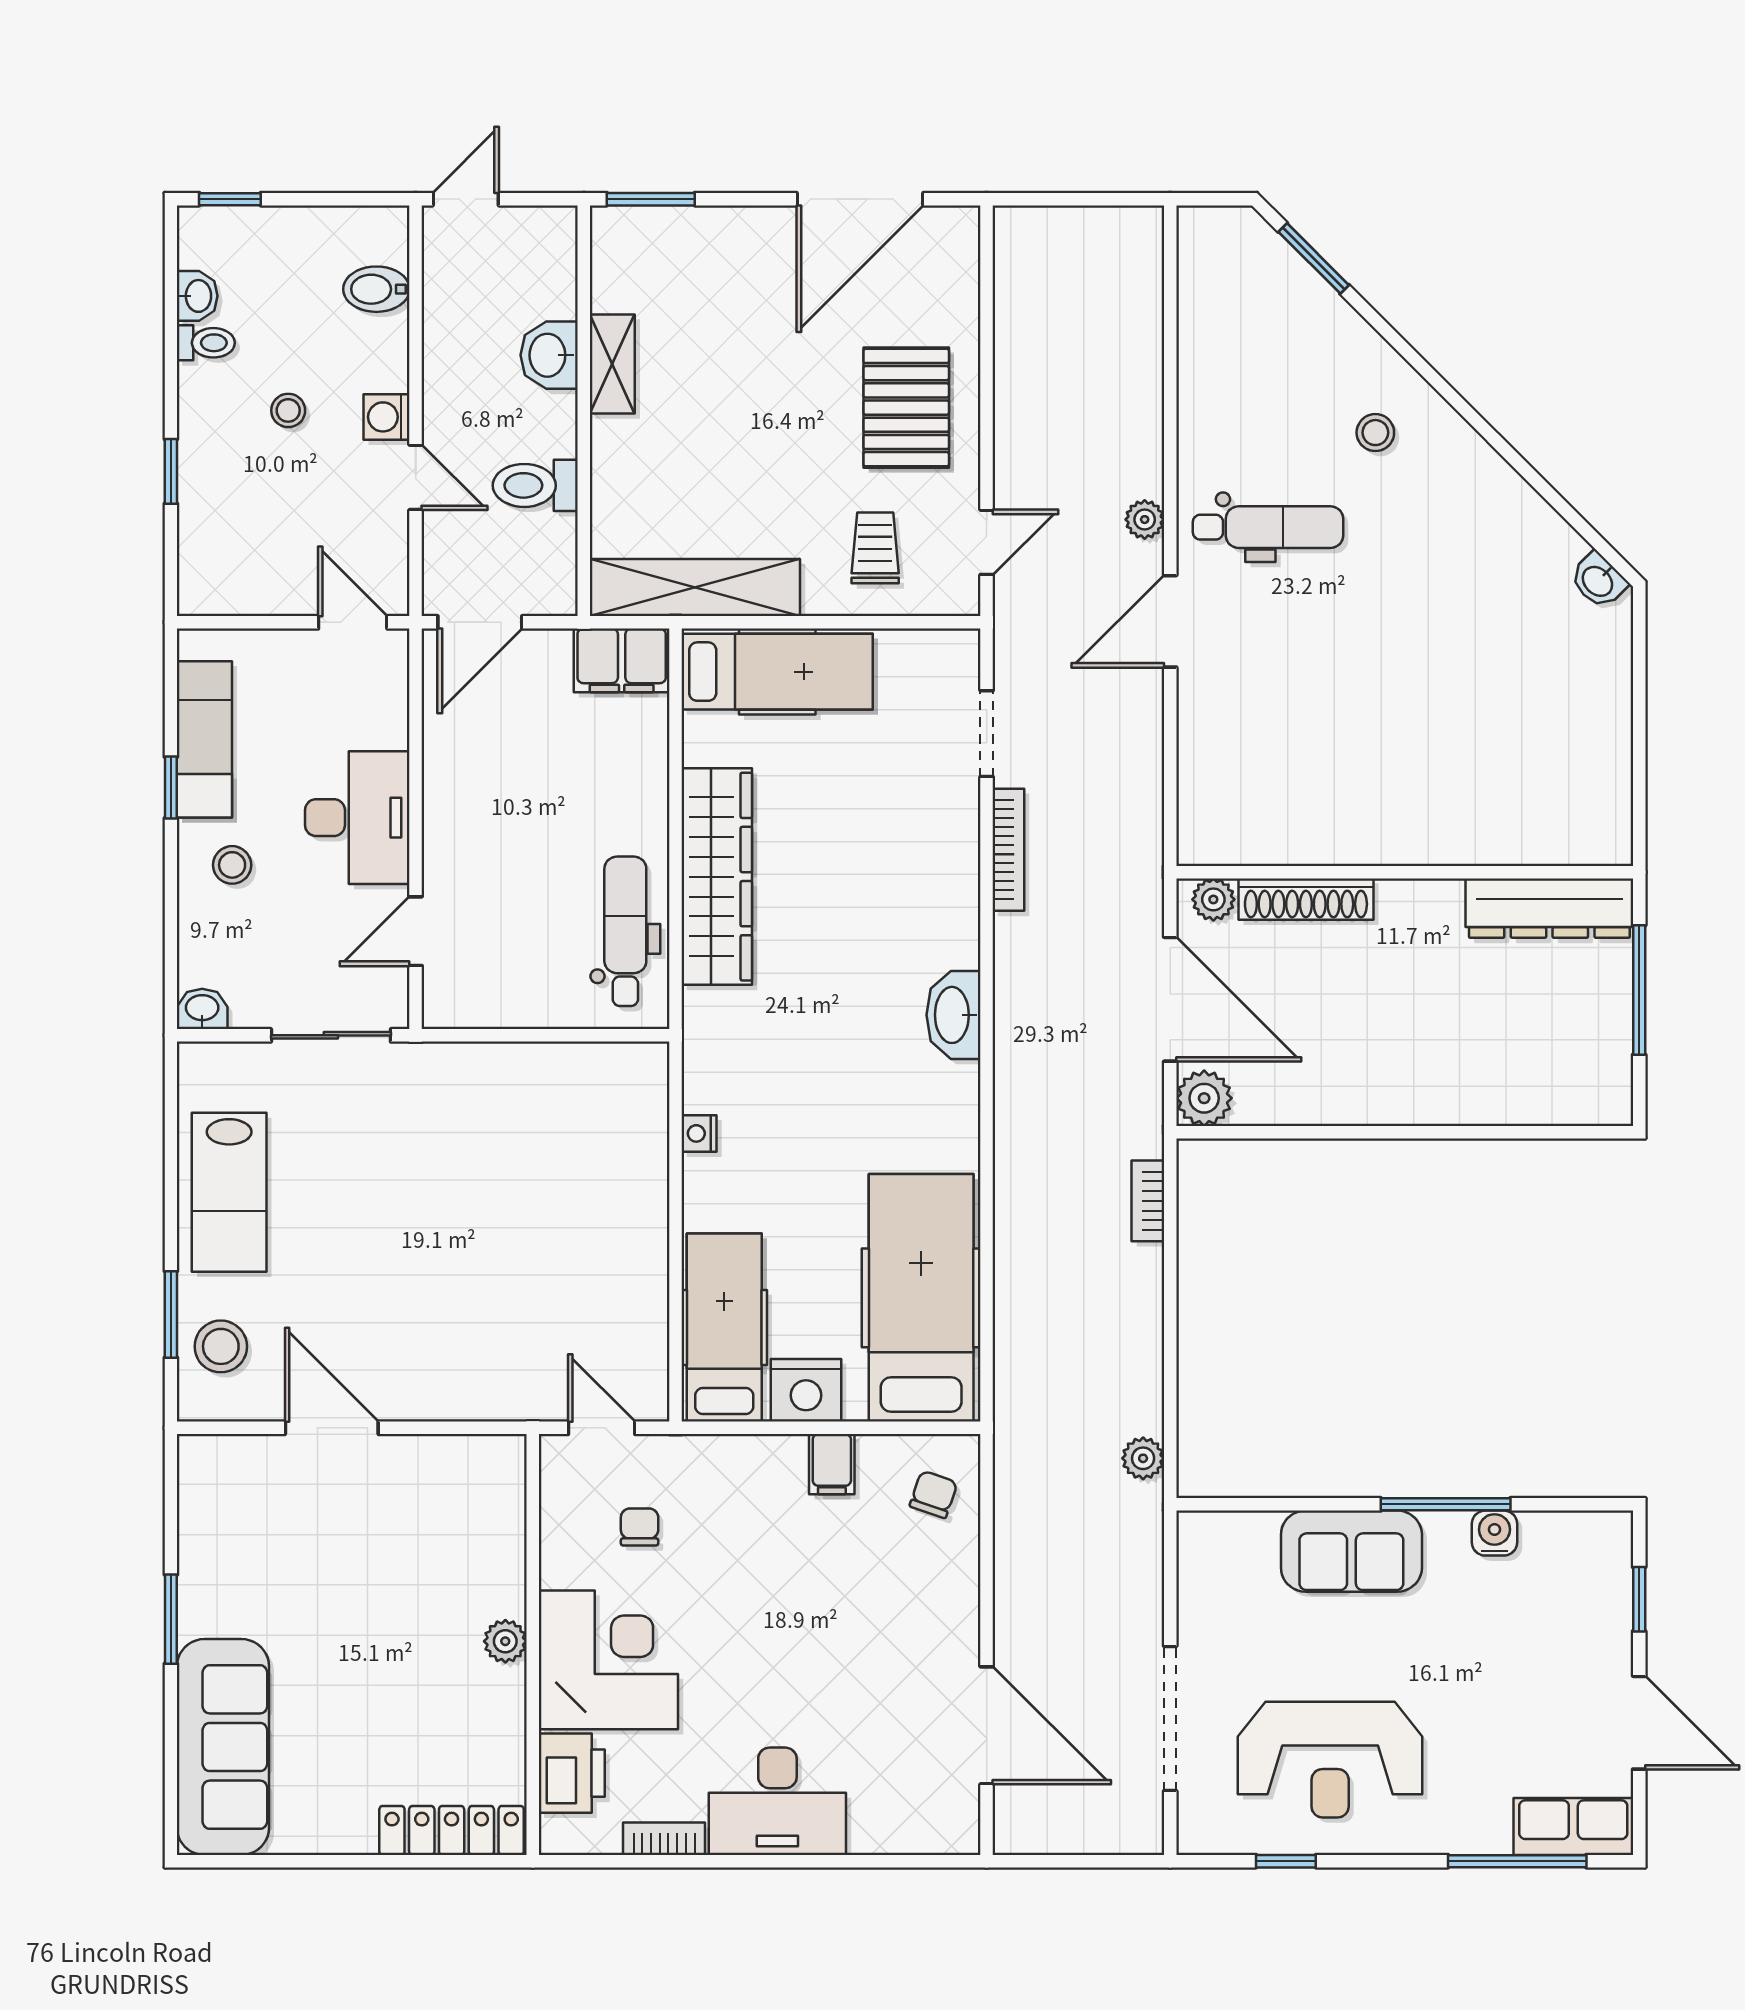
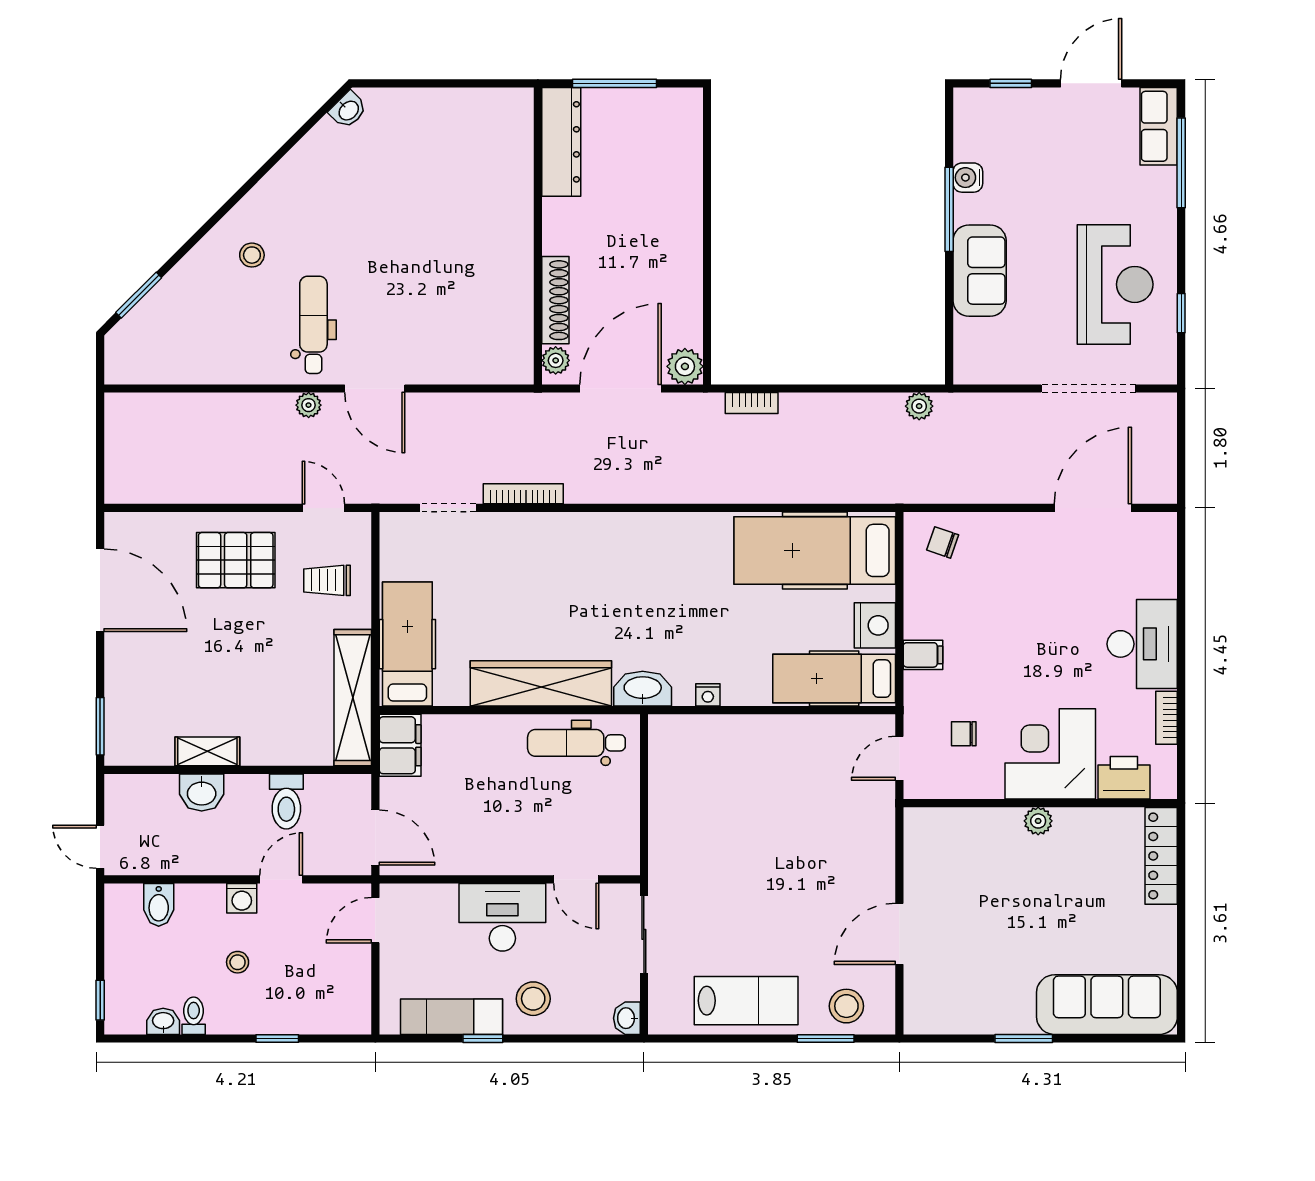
stool: (232, 865) -> (533, 999), width x1.37, depth x1.37
washbasin: (953, 1015) -> (643, 689), moved, turned 180
filing cabinet: (832, 1464) -> (923, 655), moved

